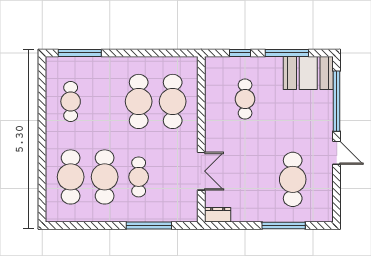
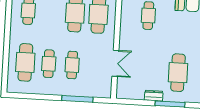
cafe table: (105, 177) -> (49, 64), width x0.73, depth x0.74
dresser: (218, 215) -> (154, 96), moved

